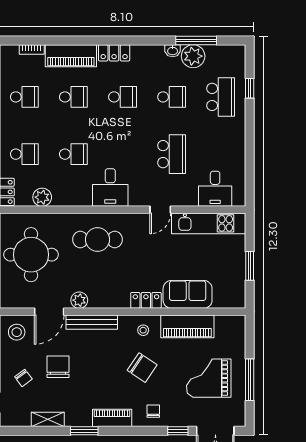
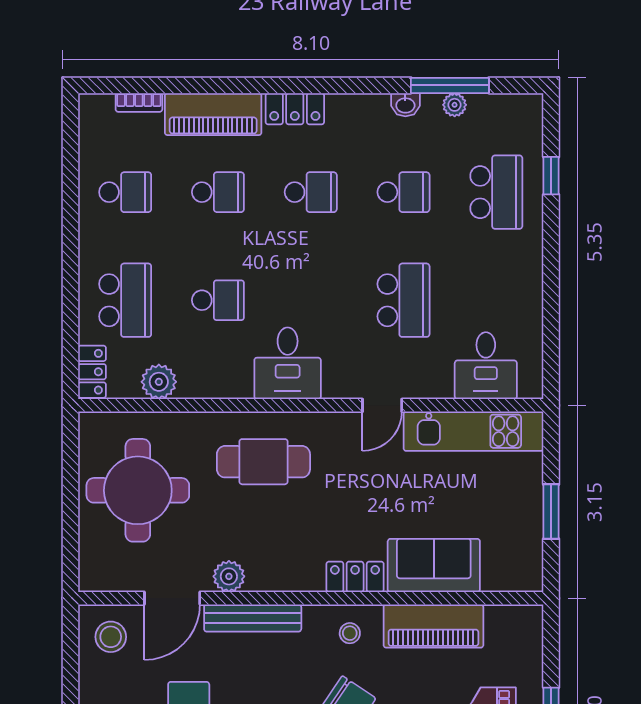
plant: (193, 56) -> (455, 105), width x0.53, depth x0.53
school desk: (24, 154) -> (125, 300), width x1.85

